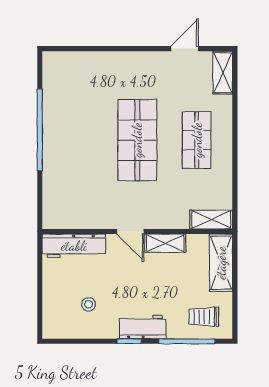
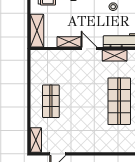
shop shelf: (137, 140) -> (119, 101), moved
shelving: (211, 220) -> (115, 55), moved

